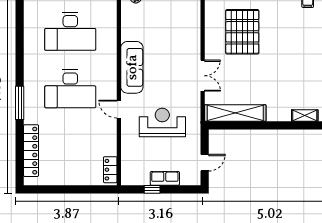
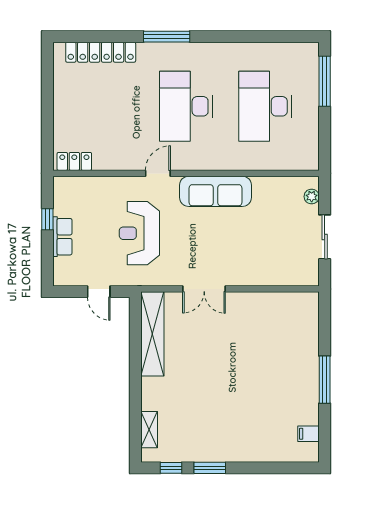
pallet: (242, 32) -> (265, 344), removed
reception desk: (162, 123) -> (139, 233), turned 180
door: (205, 163) -> (99, 292), moved

